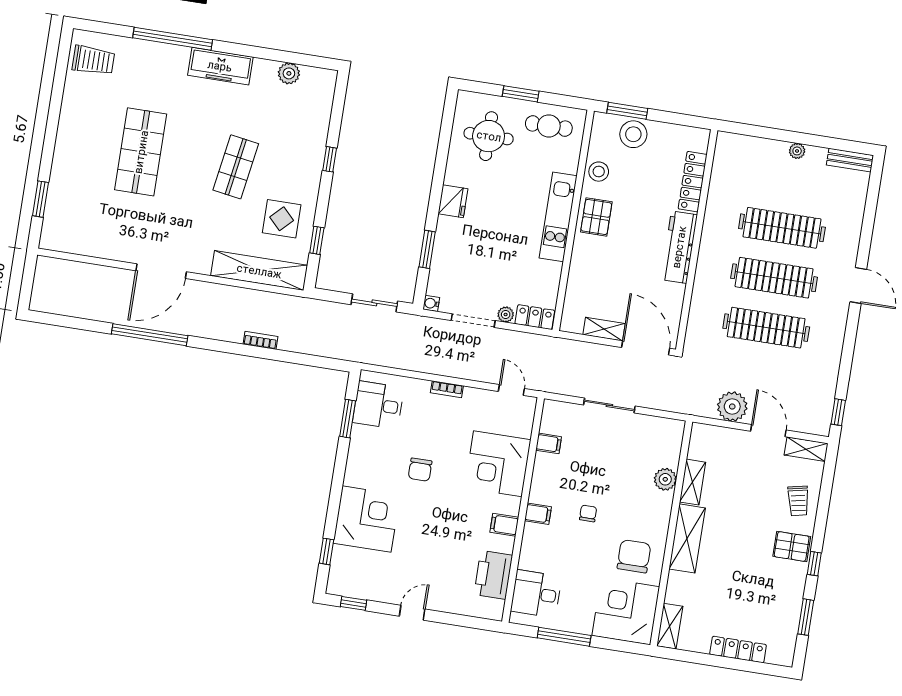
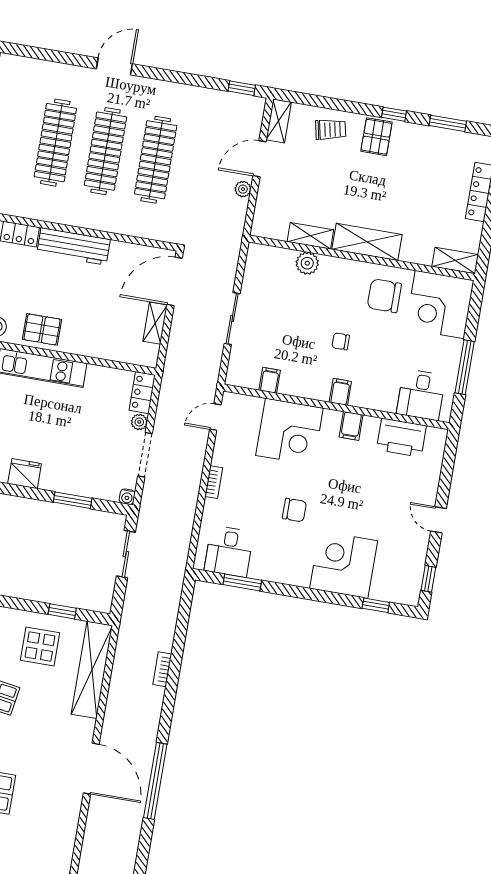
plant: (732, 407) -> (243, 189), width x0.53, depth x0.53

